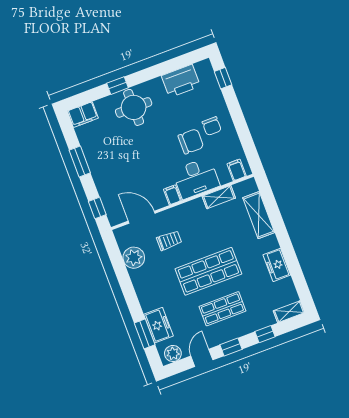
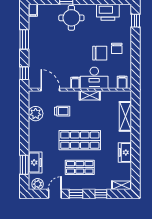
filing cabinet: (83, 115) -> (33, 10), width x0.50
shelving: (219, 197) -> (90, 95), moved

